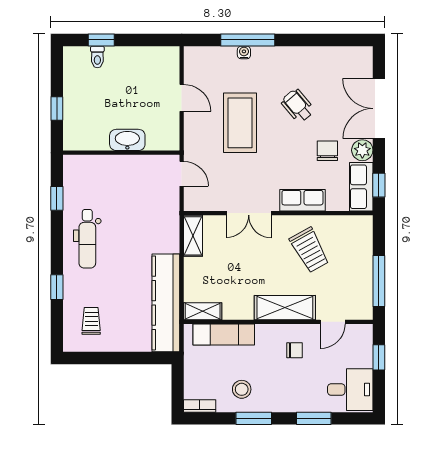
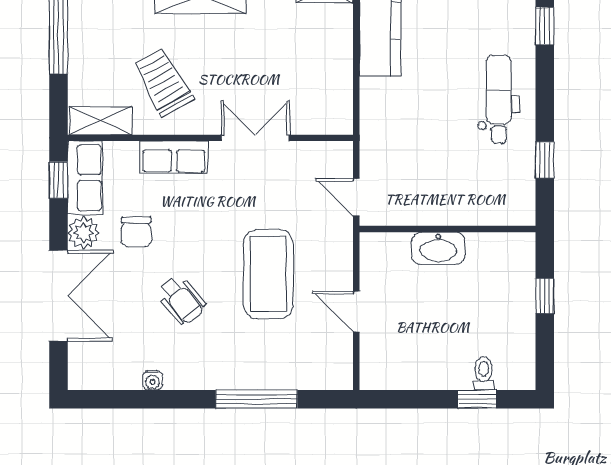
water cooler: (244, 52) -> (152, 380), moved
shelving: (193, 236) -> (101, 121), moved, turned 90

